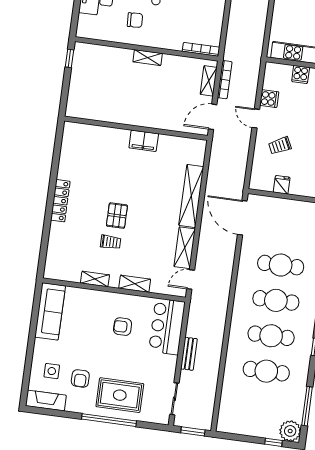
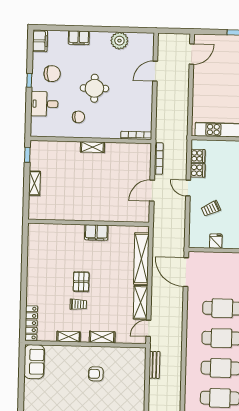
cooker: (301, 74) -> (198, 156), moved, turned -90
shelving: (209, 81) -> (34, 183), moved
wall: (136, 128) -> (89, 223), moved
filing cabinet: (144, 141) -> (96, 232), moved
locker: (60, 201) -> (31, 323), moved
sofa: (50, 311) -> (34, 362), width x0.73
bar counter: (167, 327) -> (133, 370), removed
bench: (189, 354) -> (154, 365), moved

